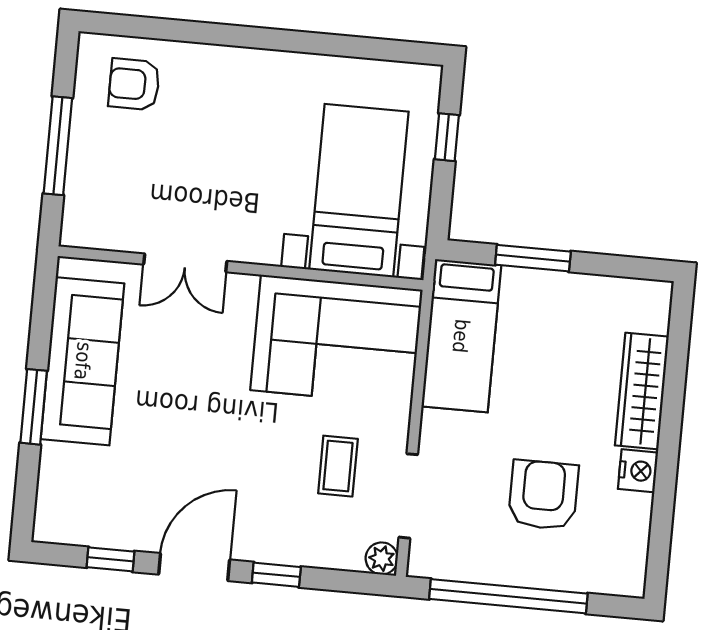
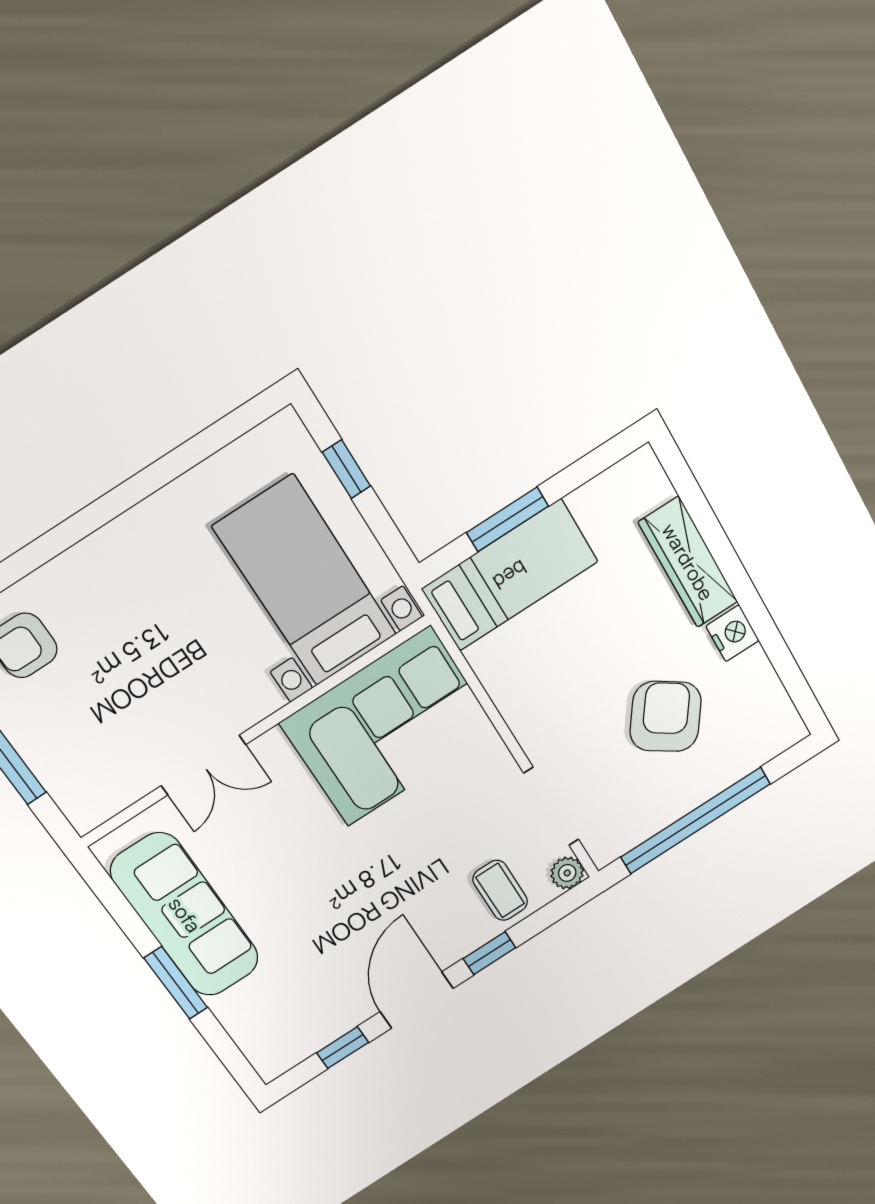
bed: (461, 336) -> (510, 575), moved, turned -90
coffee table: (338, 466) -> (500, 890), moved
armchair: (543, 495) -> (666, 716), turned 35

